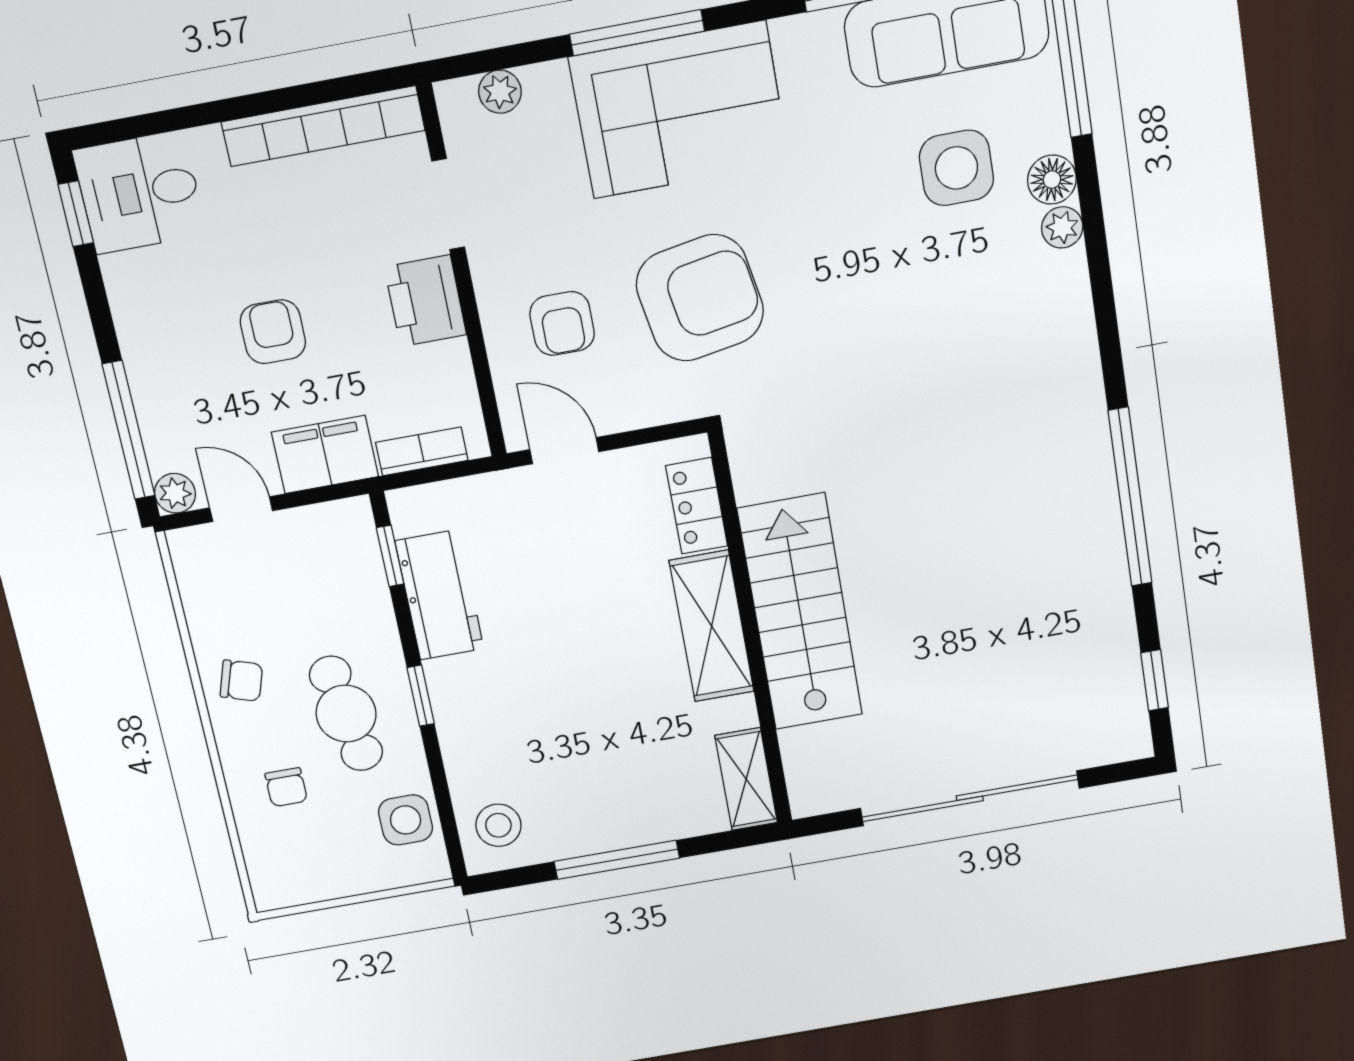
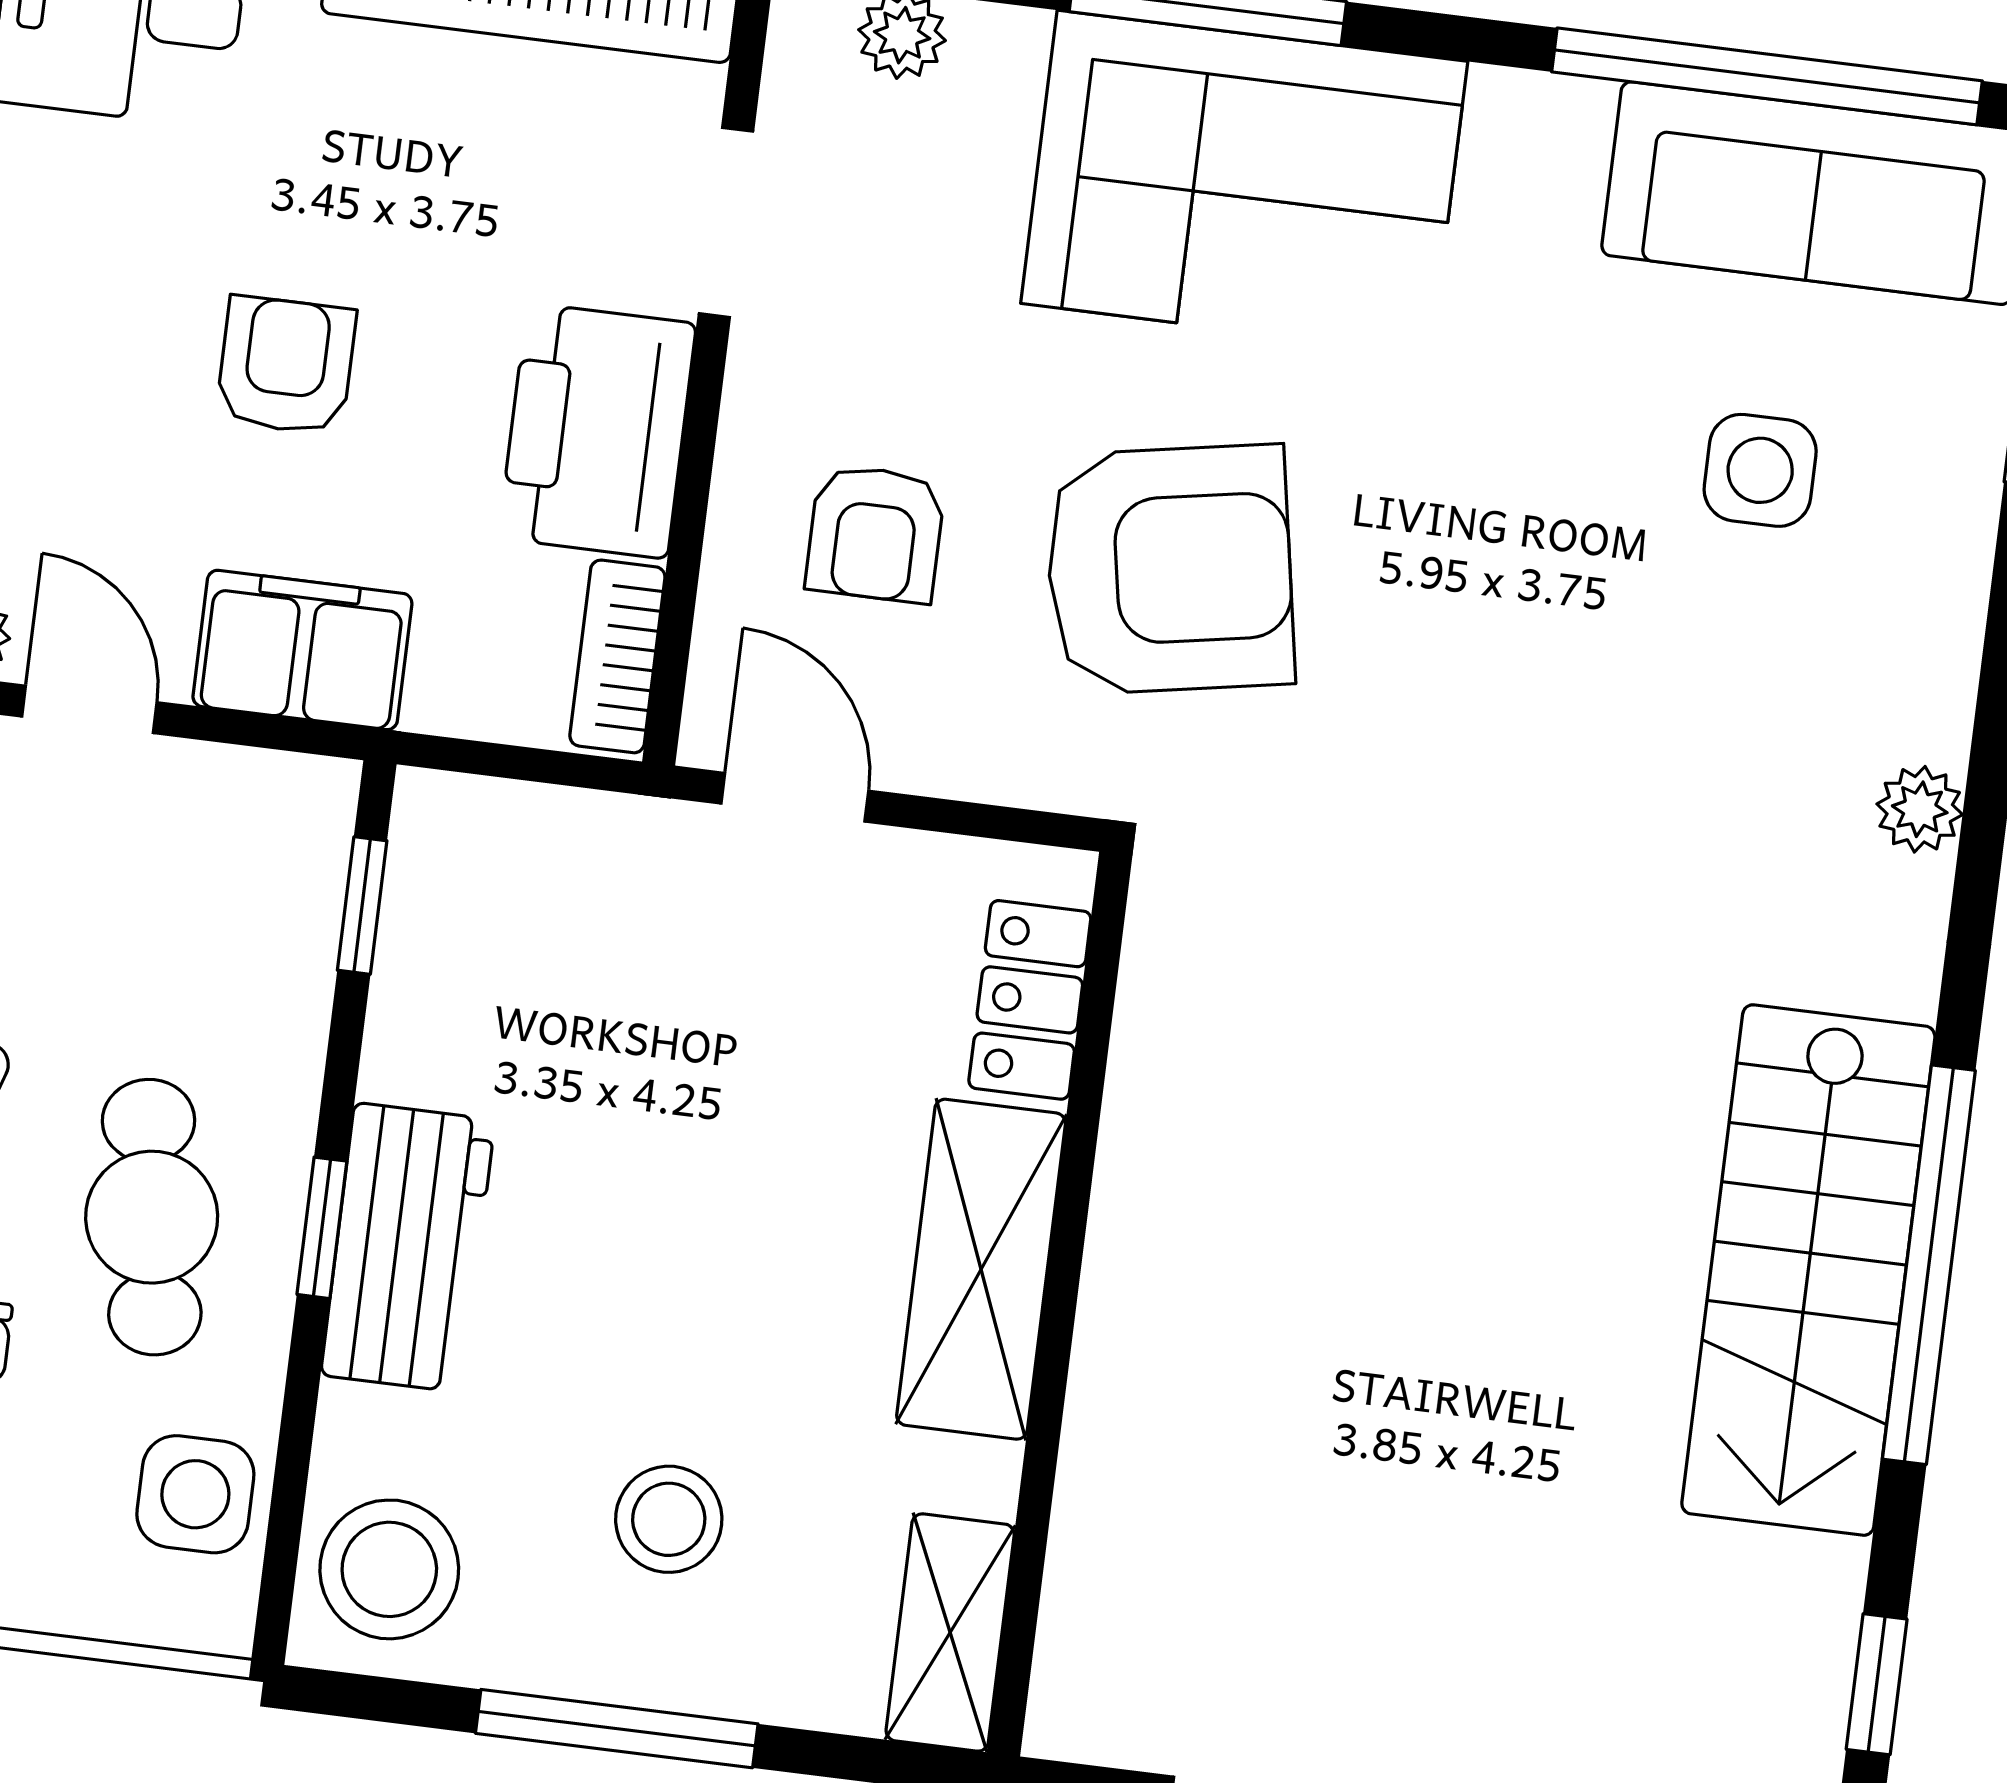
side table: (956, 168) -> (1760, 470), width x0.73, depth x0.73
floor lamp: (1052, 180) -> (1944, 554), removed
plant: (1062, 227) -> (1920, 809), moved
printer: (425, 301) -> (597, 431), width x1.37, depth x1.19
bookcase: (422, 451) -> (617, 656), moved, turned -90
workbench: (440, 595) -> (408, 1247), moved
stairs: (800, 612) -> (1808, 1270), moved, turned 180
stool: (611, 770) -> (669, 1519), added
stool: (498, 825) -> (389, 1569), width x1.38, depth x1.38

